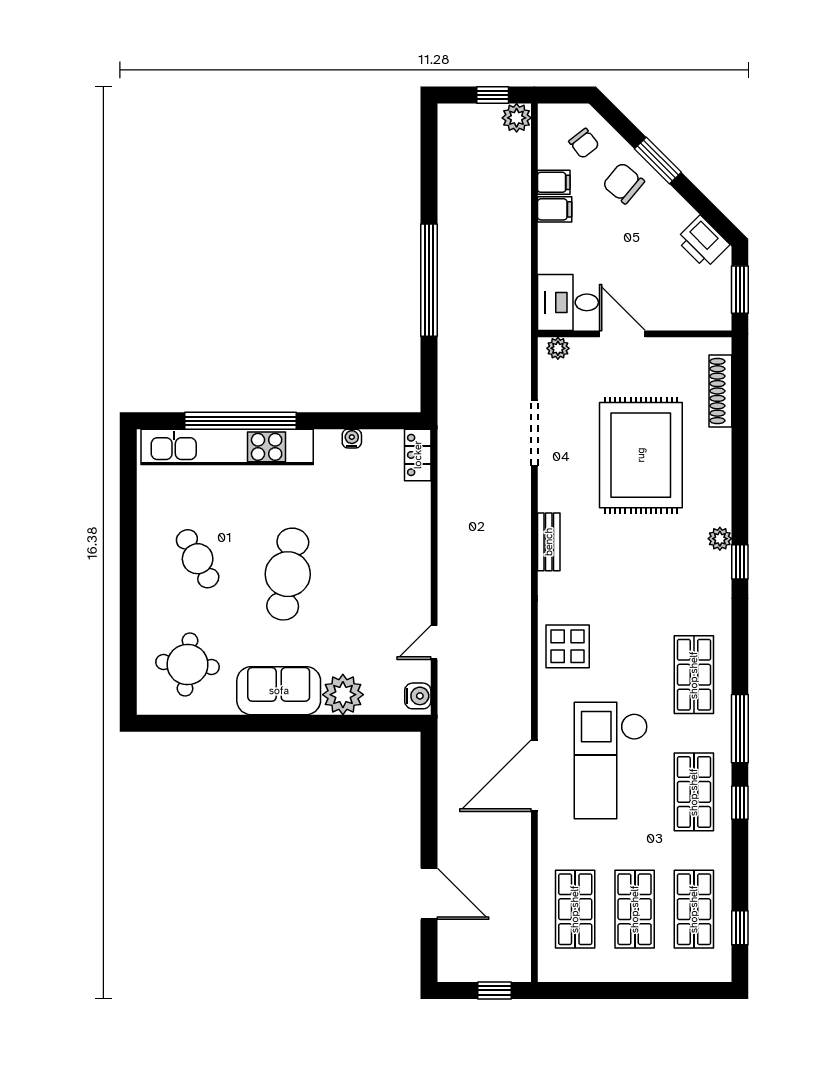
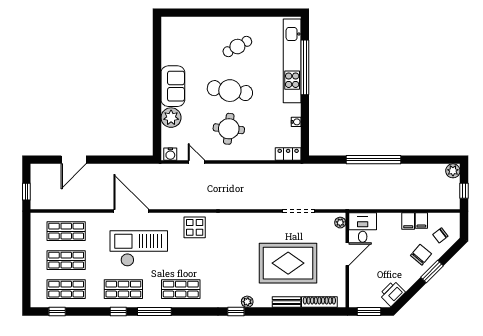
plant: (517, 118) -> (453, 171), moved
bench: (549, 542) -> (286, 302), moved
round table: (188, 665) -> (229, 129), moved

